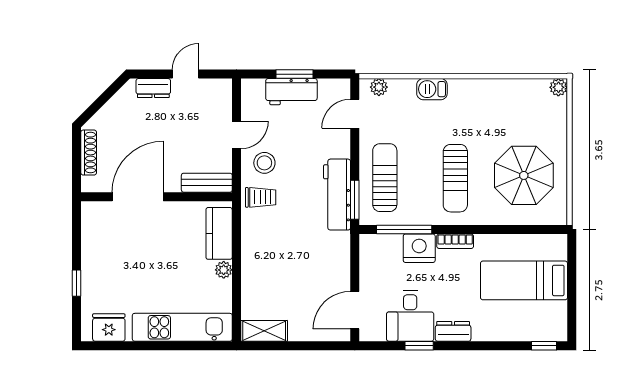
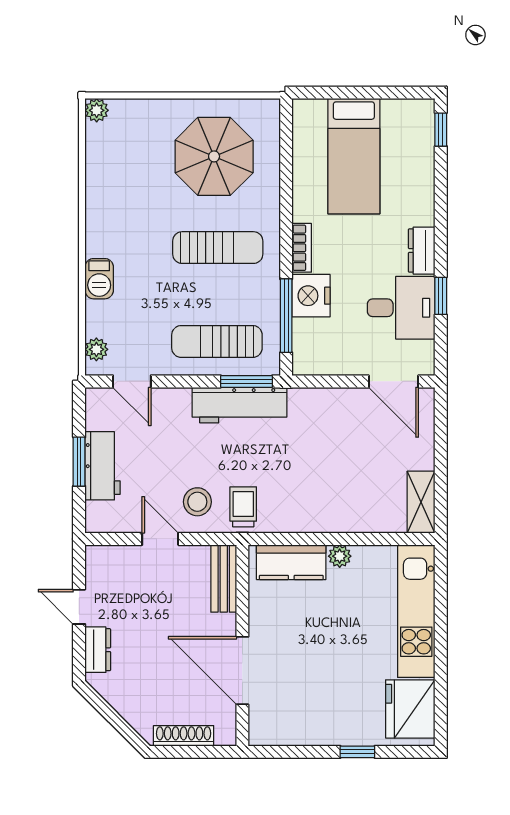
fridge: (109, 327) -> (410, 709), width x1.36, depth x1.34

